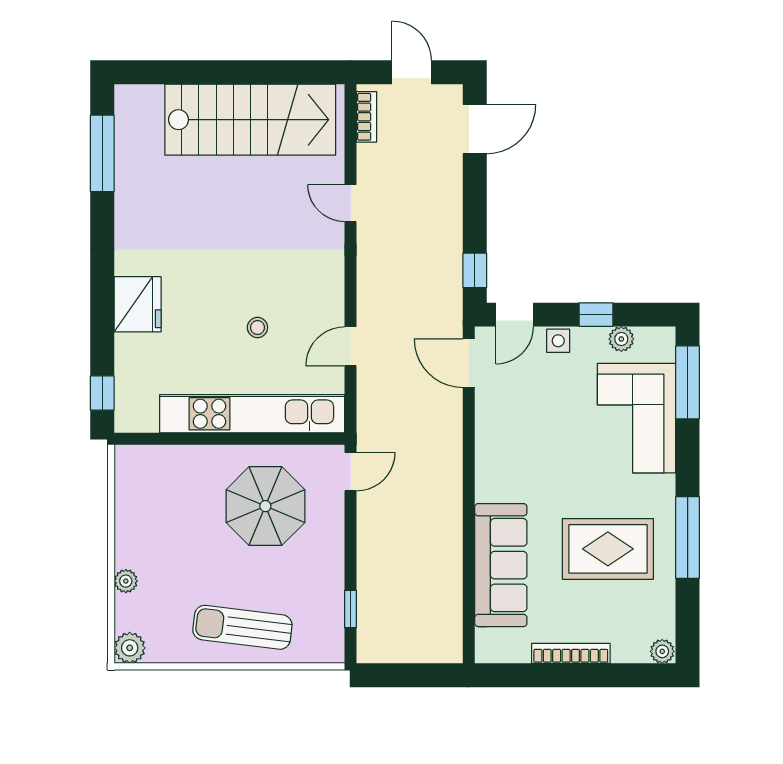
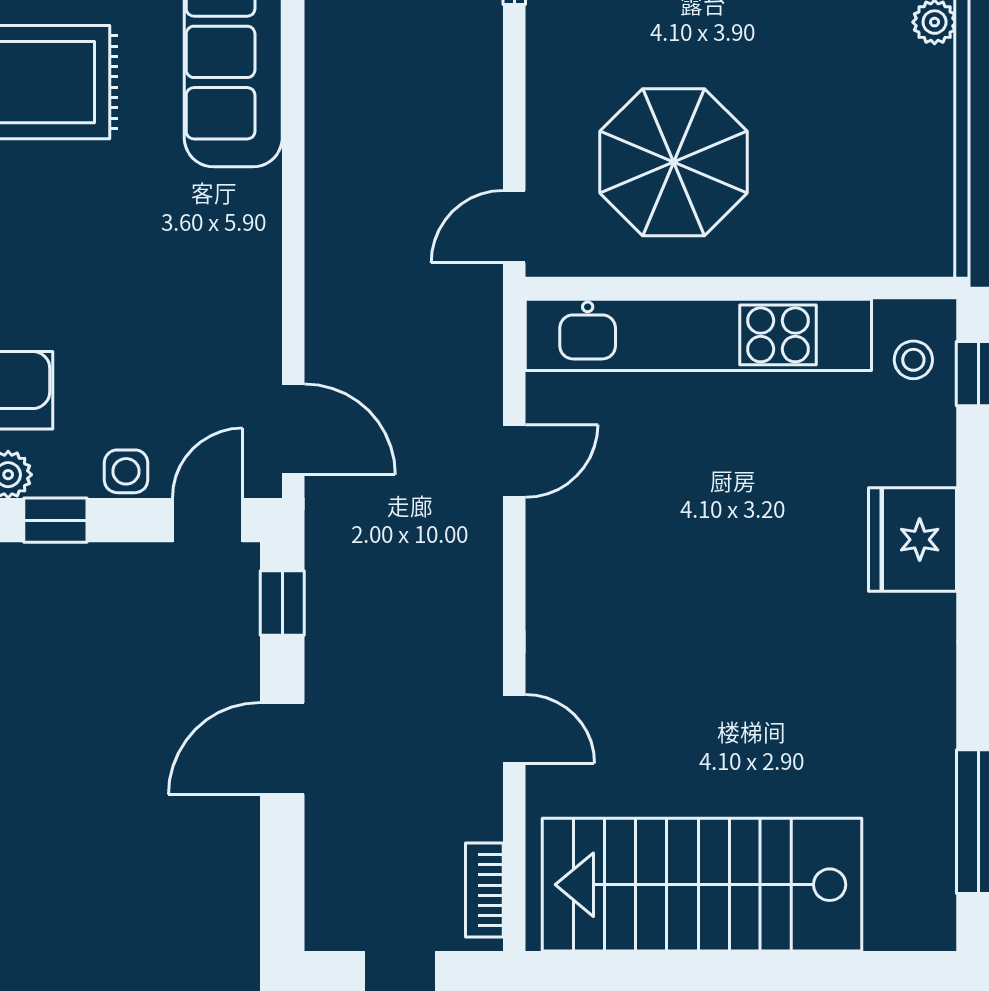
door: (475, 129) -> (282, 749), moved
stool: (257, 328) -> (913, 360), moved

